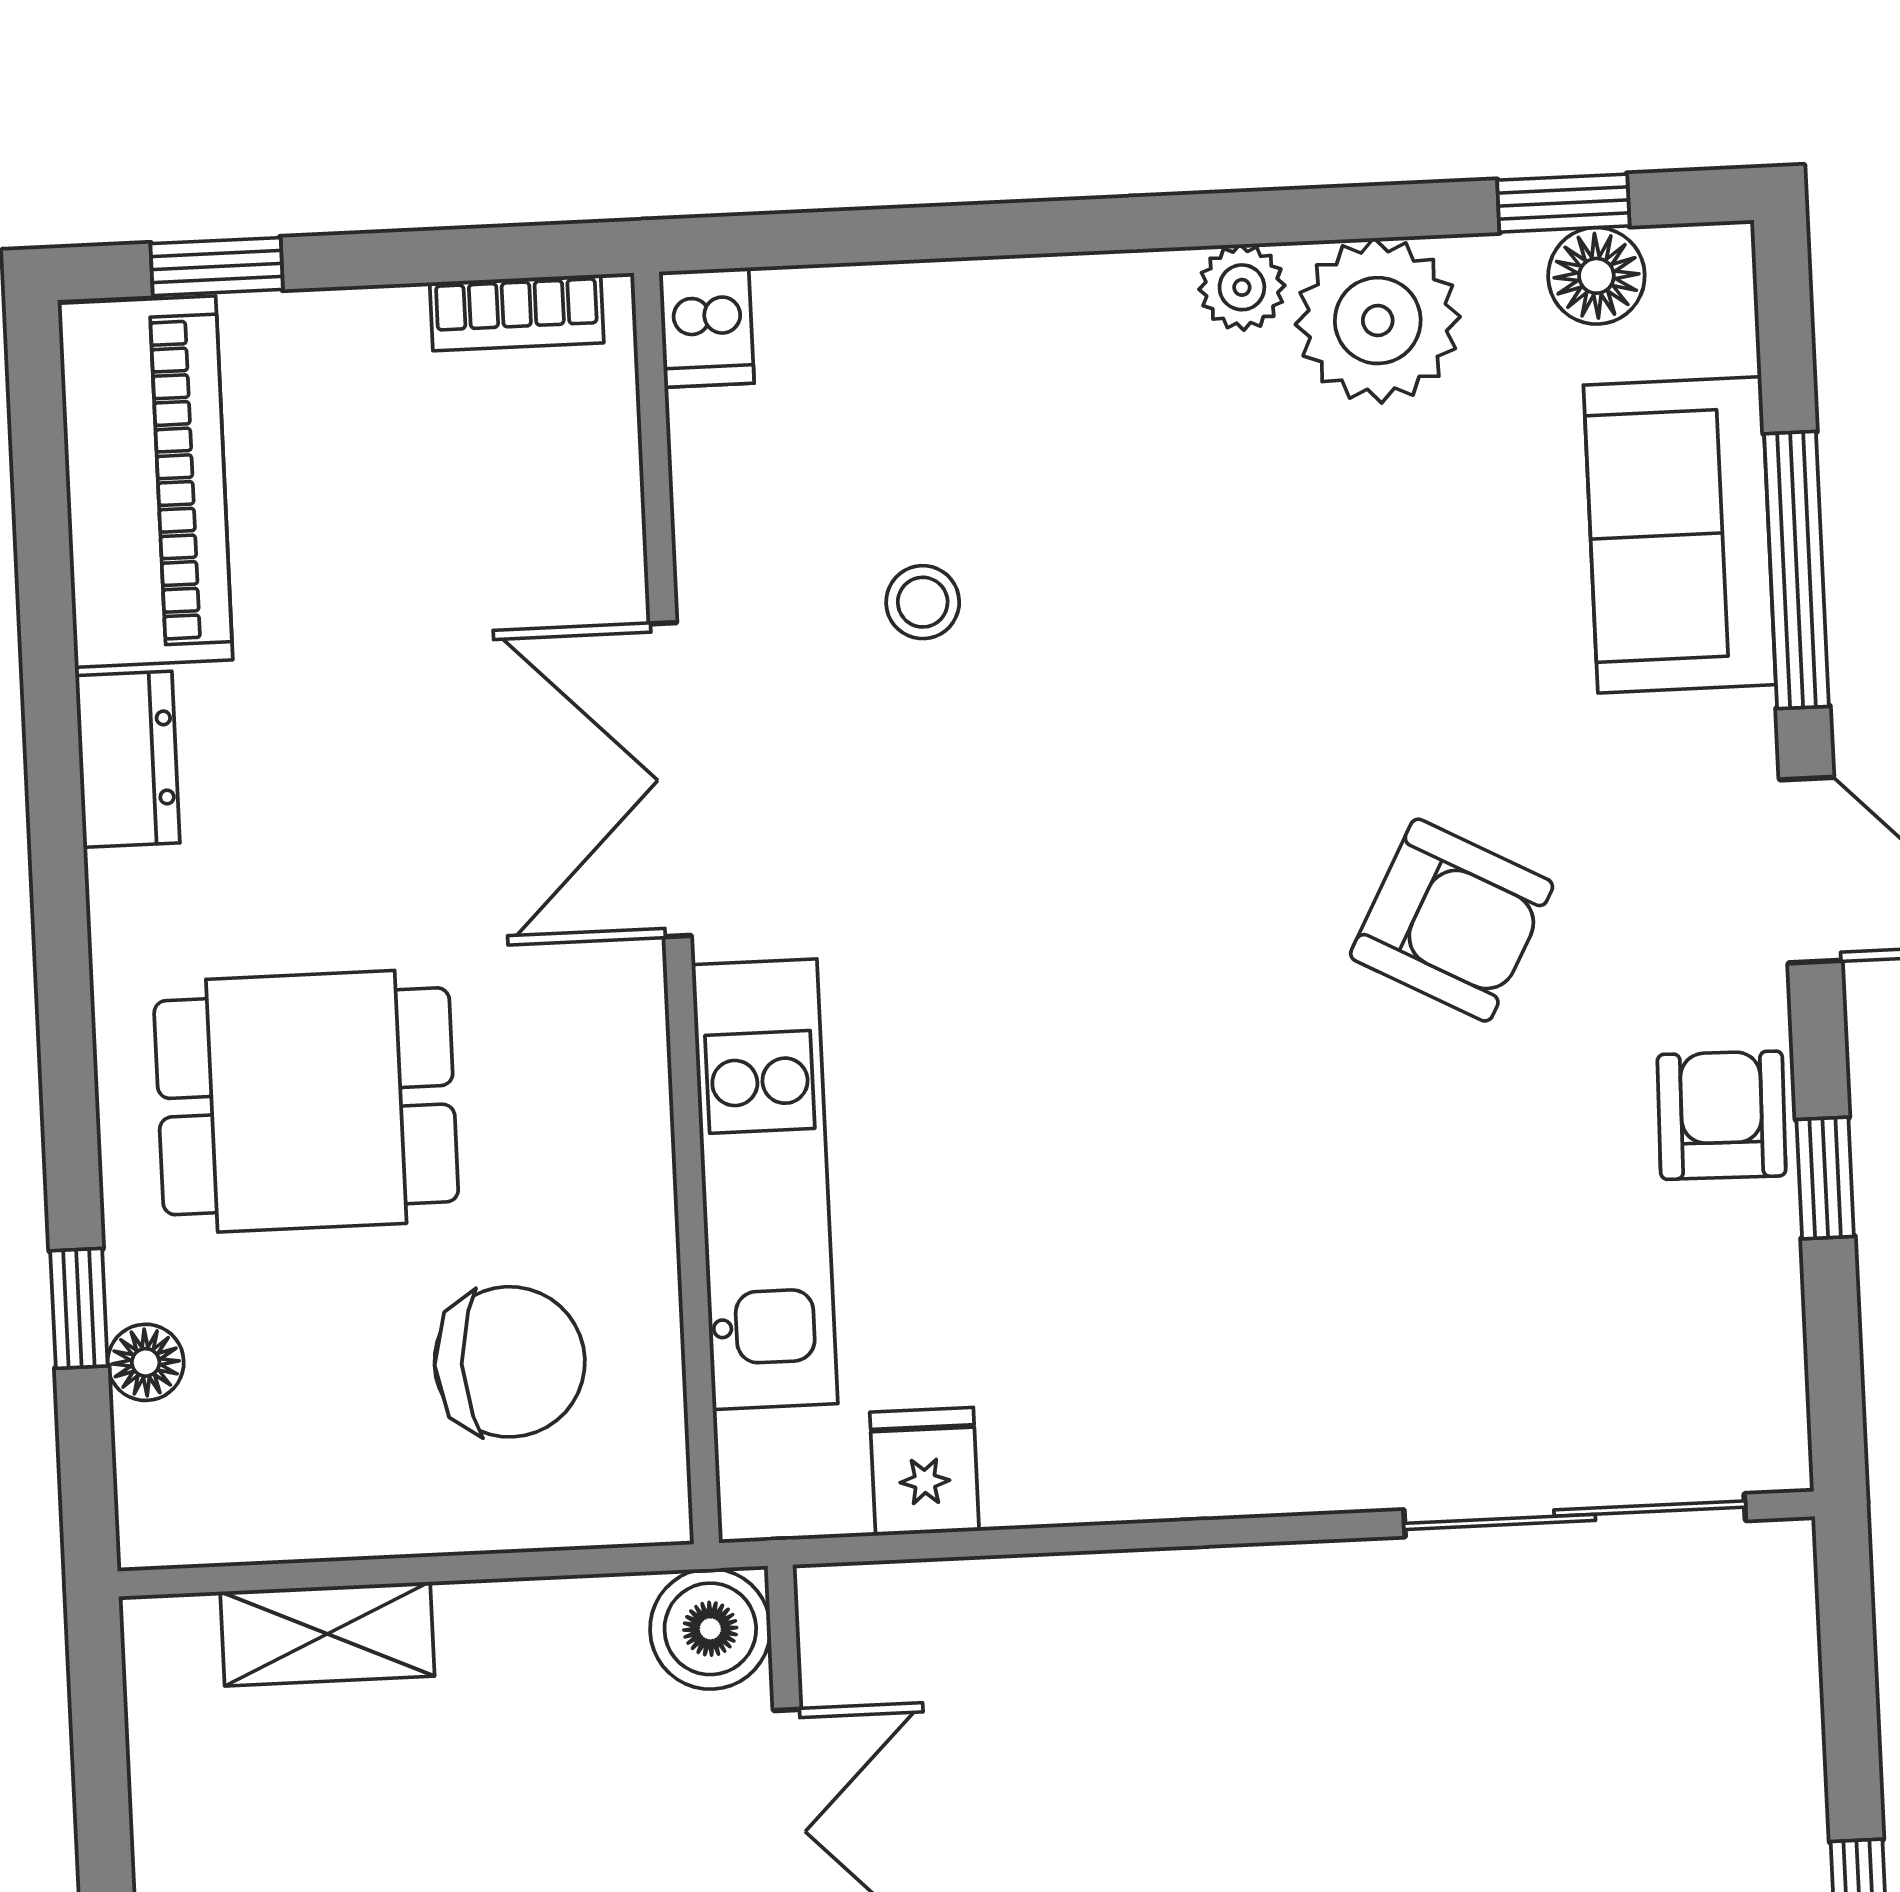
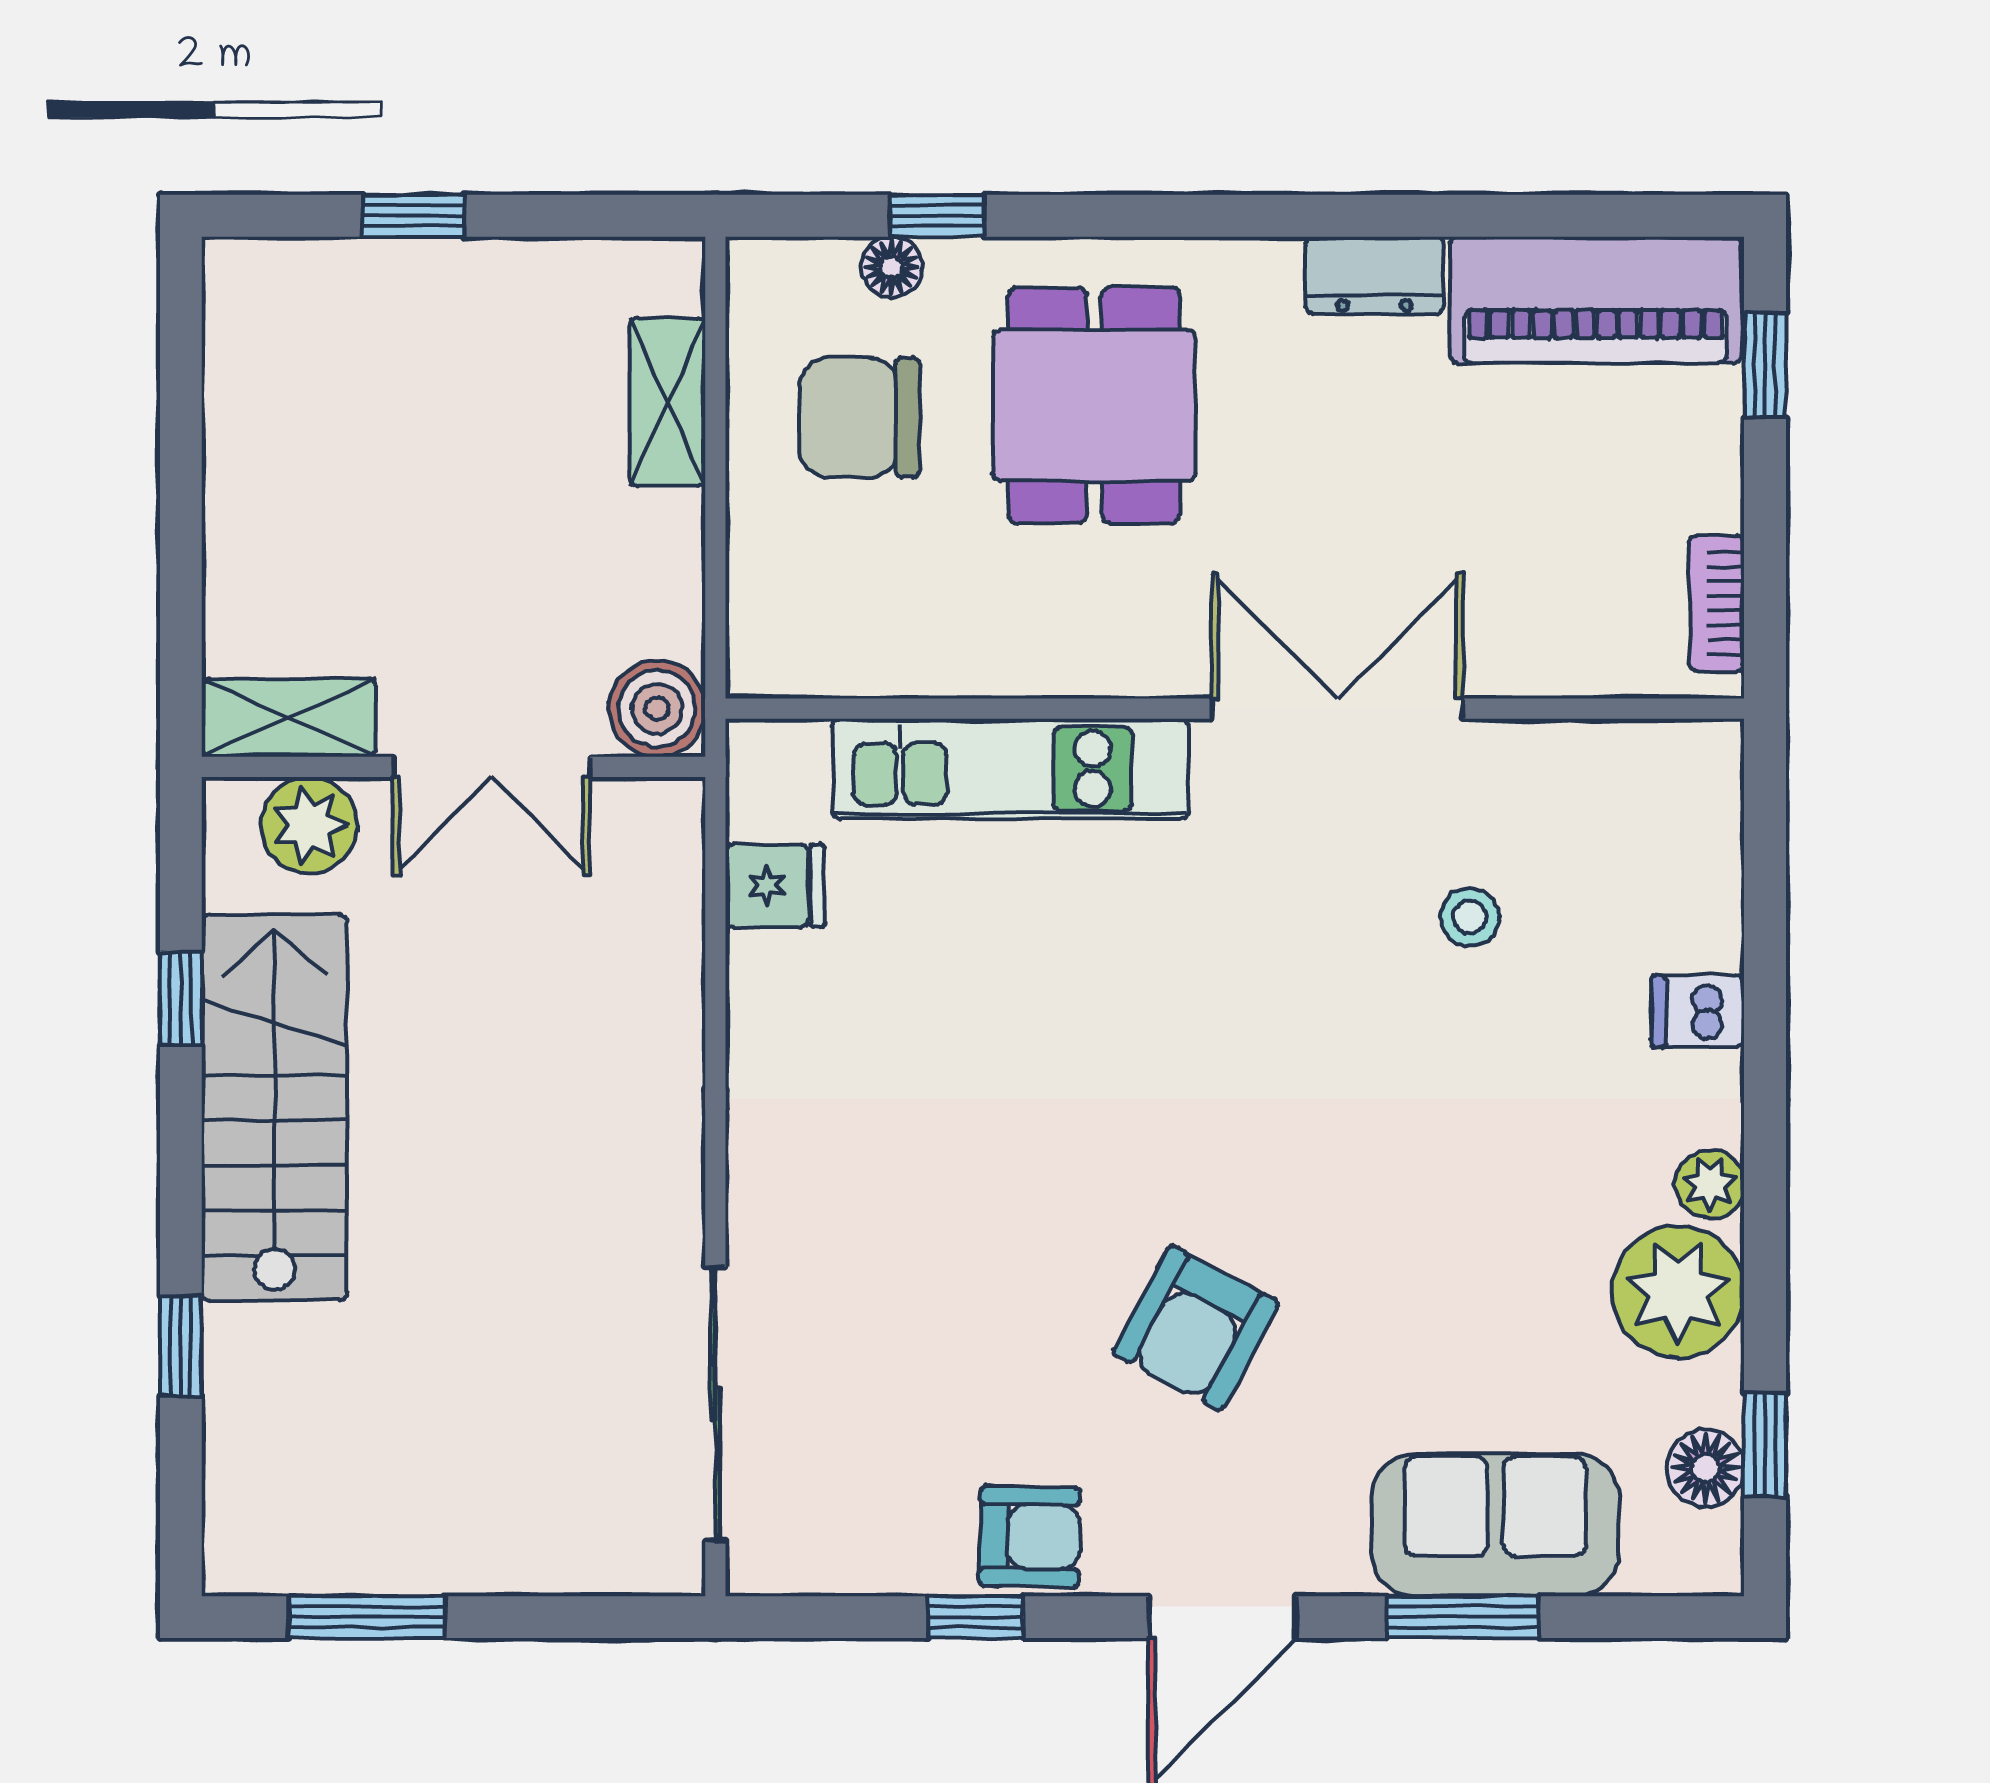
dishwasher: (707, 327) -> (1698, 1011), moved
window: (1797, 570) -> (1463, 1617), width x0.69
chair: (510, 1362) -> (859, 418), moved, turned 90

